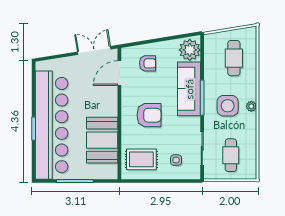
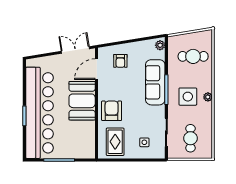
plant: (190, 50) -> (160, 45), width x0.53, depth x0.53
cafe table: (234, 58) -> (193, 56), turned 90
armchair: (148, 63) -> (120, 61), turned 90
armchair: (149, 115) -> (112, 111), moved, turned -90
booth: (102, 140) -> (82, 101), moved
rug: (141, 159) -> (115, 142), turned 90

